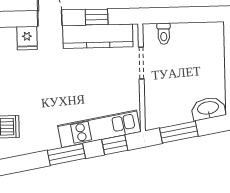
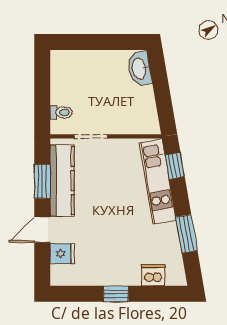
window: (97, 17) -> (42, 181), width x1.50
window: (179, 132) -> (163, 99), removed
window: (66, 154) -> (186, 234), moved

